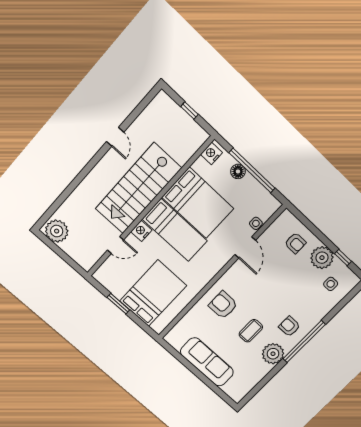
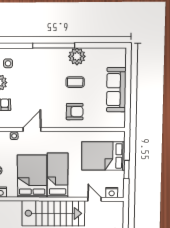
nightstand: (141, 231) -> (112, 193), moved
armchair: (223, 305) -> (75, 112), turned -90
armchair: (289, 326) -> (53, 63), removed

